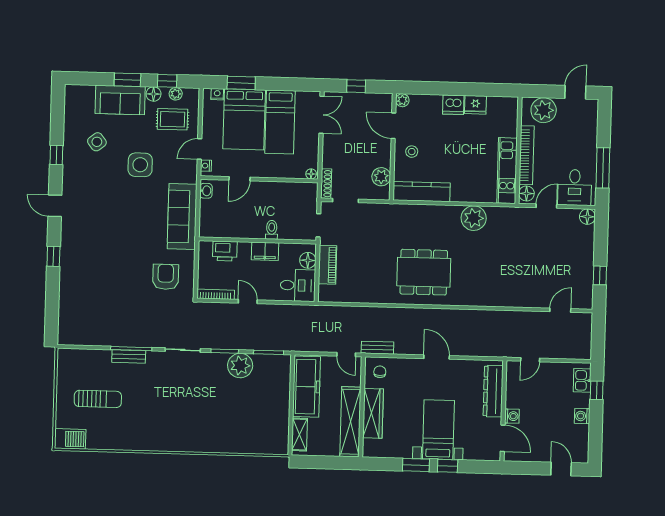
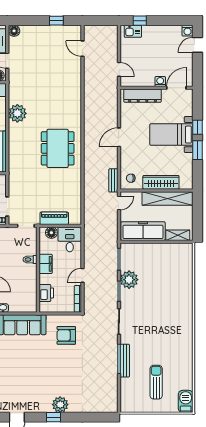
plant: (70, 266) -> (60, 405), added
bench: (129, 356) -> (125, 361), width x1.36
washing machine: (582, 416) -> (188, 31), moved

